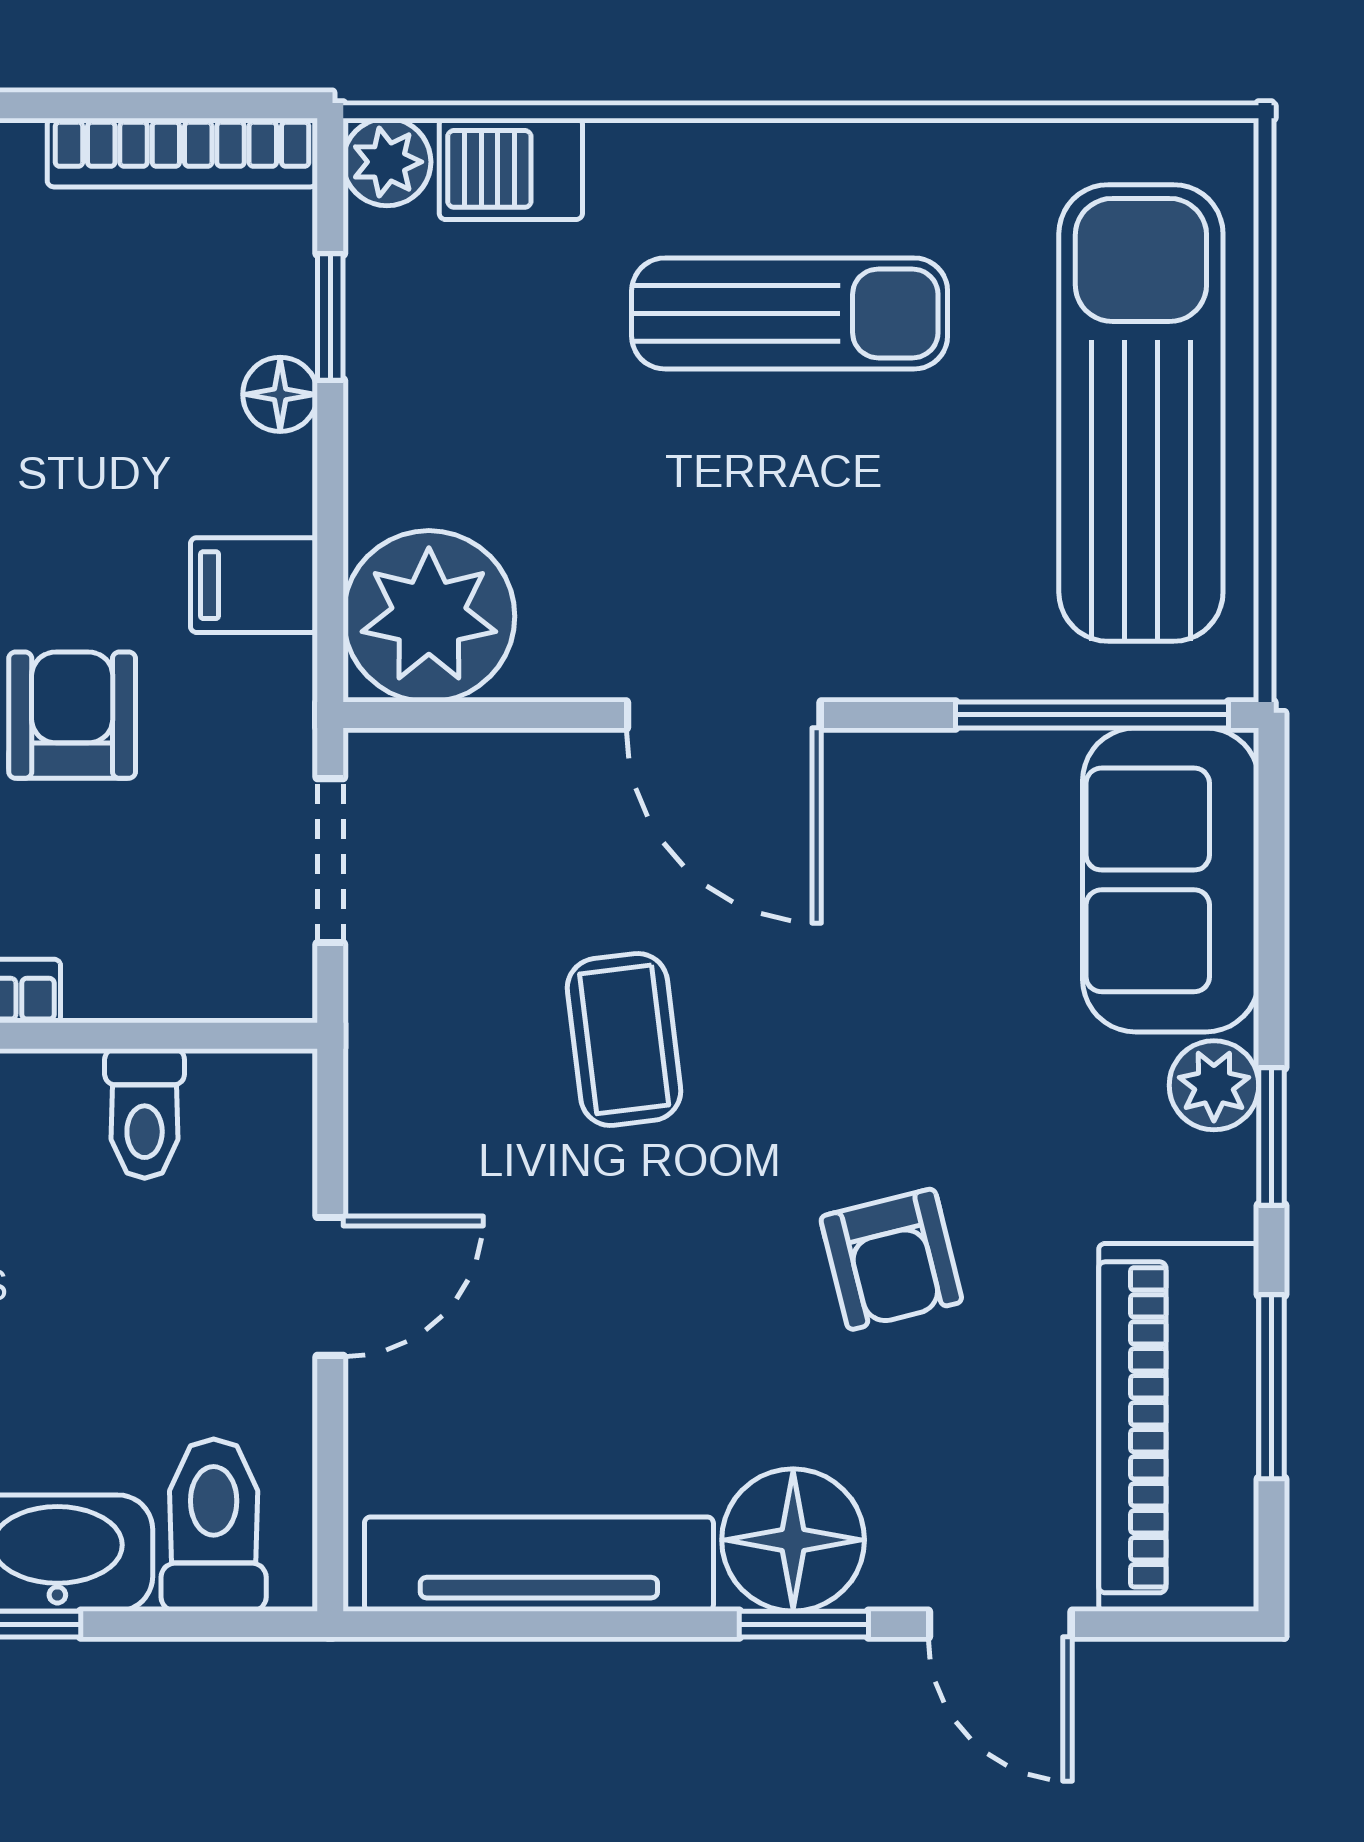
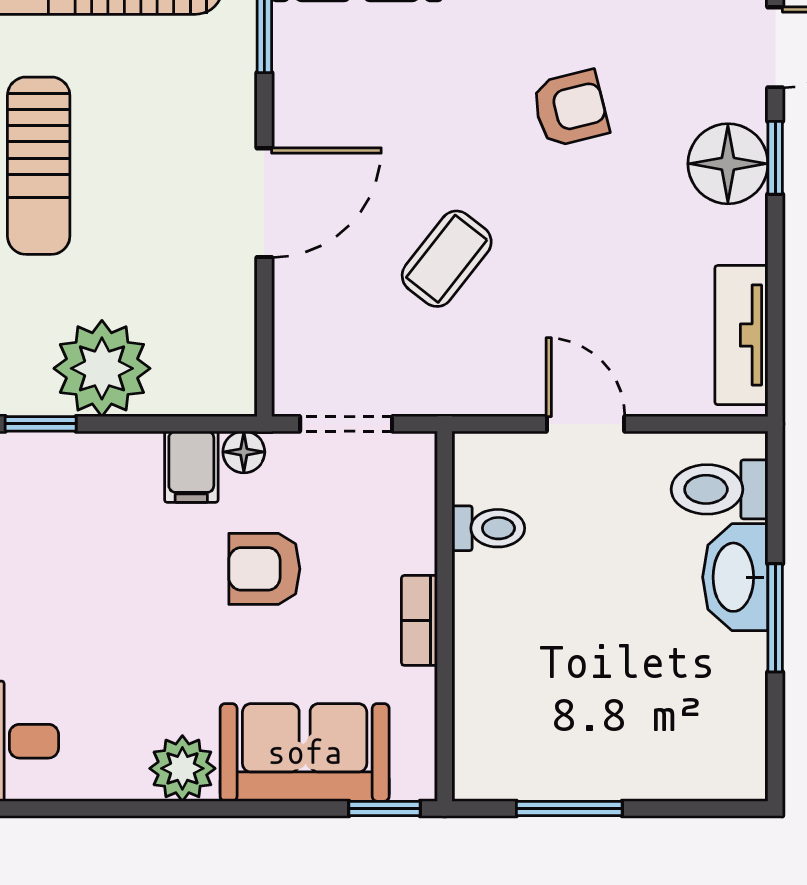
sun lounger: (790, 313) -> (39, 166), turned 180
floor lamp: (280, 394) -> (244, 452), moved
plant: (429, 616) -> (102, 368), moved
coffee table: (624, 1039) -> (447, 259), turned -45
tv unit: (539, 1564) -> (741, 335), width x0.71

